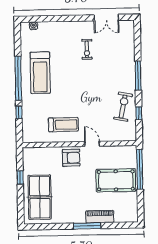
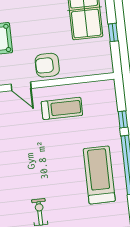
treadmill: (63, 125) -> (62, 108), turned 180

